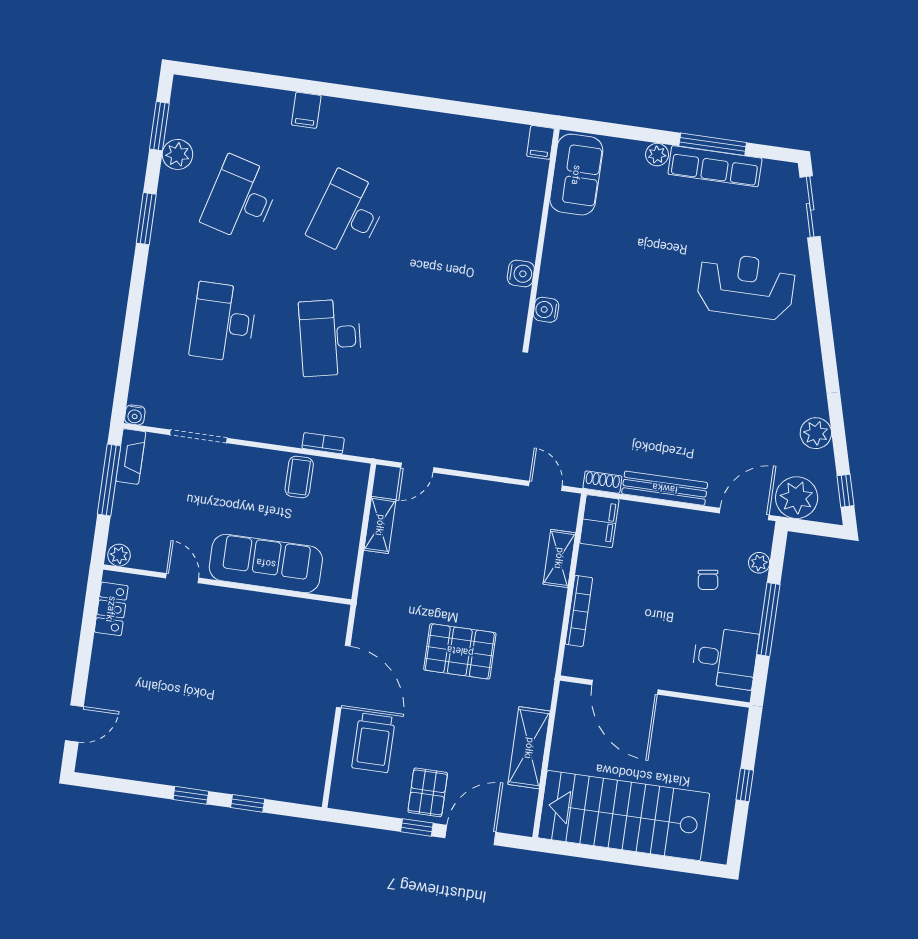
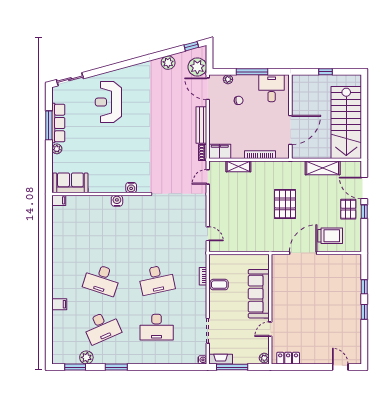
desk: (241, 199) -> (102, 327), turned -39
shelving: (380, 525) -> (235, 246), removed
pallet: (428, 792) -> (348, 209), turned 90

